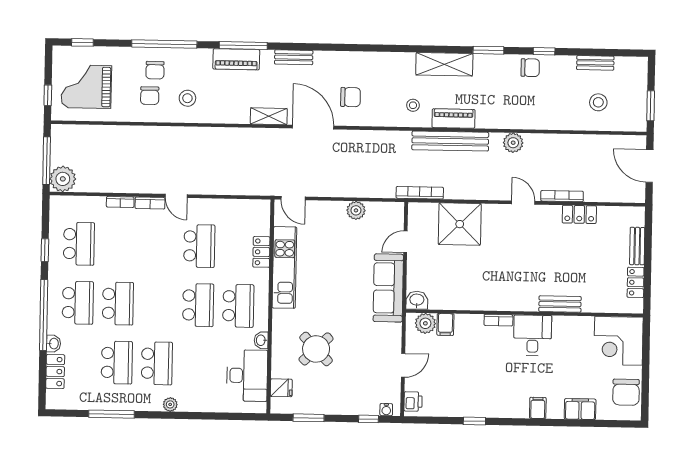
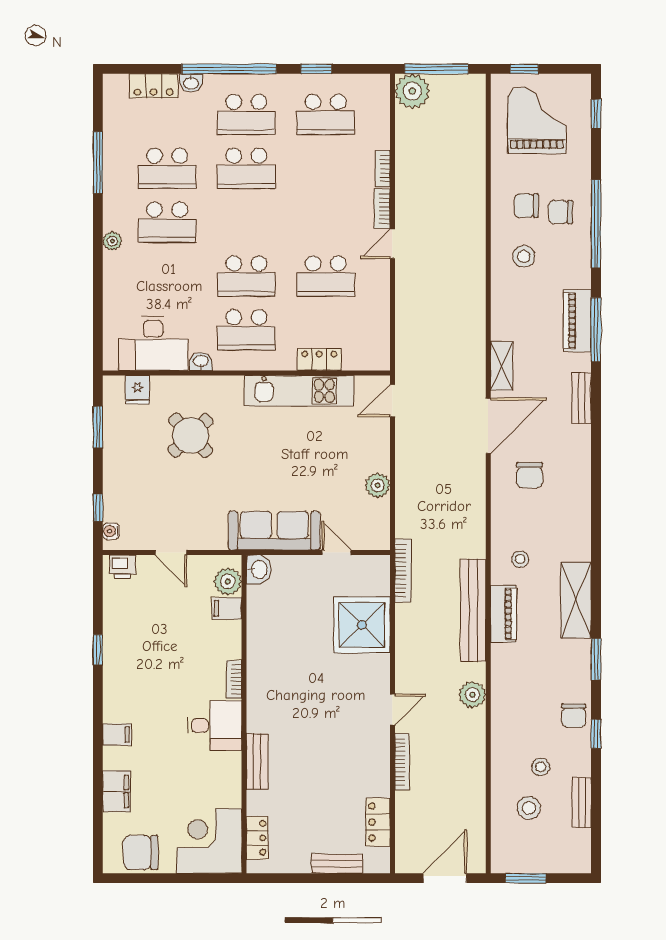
stool: (568, 93) -> (541, 767), added
locker: (579, 214) -> (378, 822), moved
locker: (636, 282) -> (257, 838), moved, turned 90

